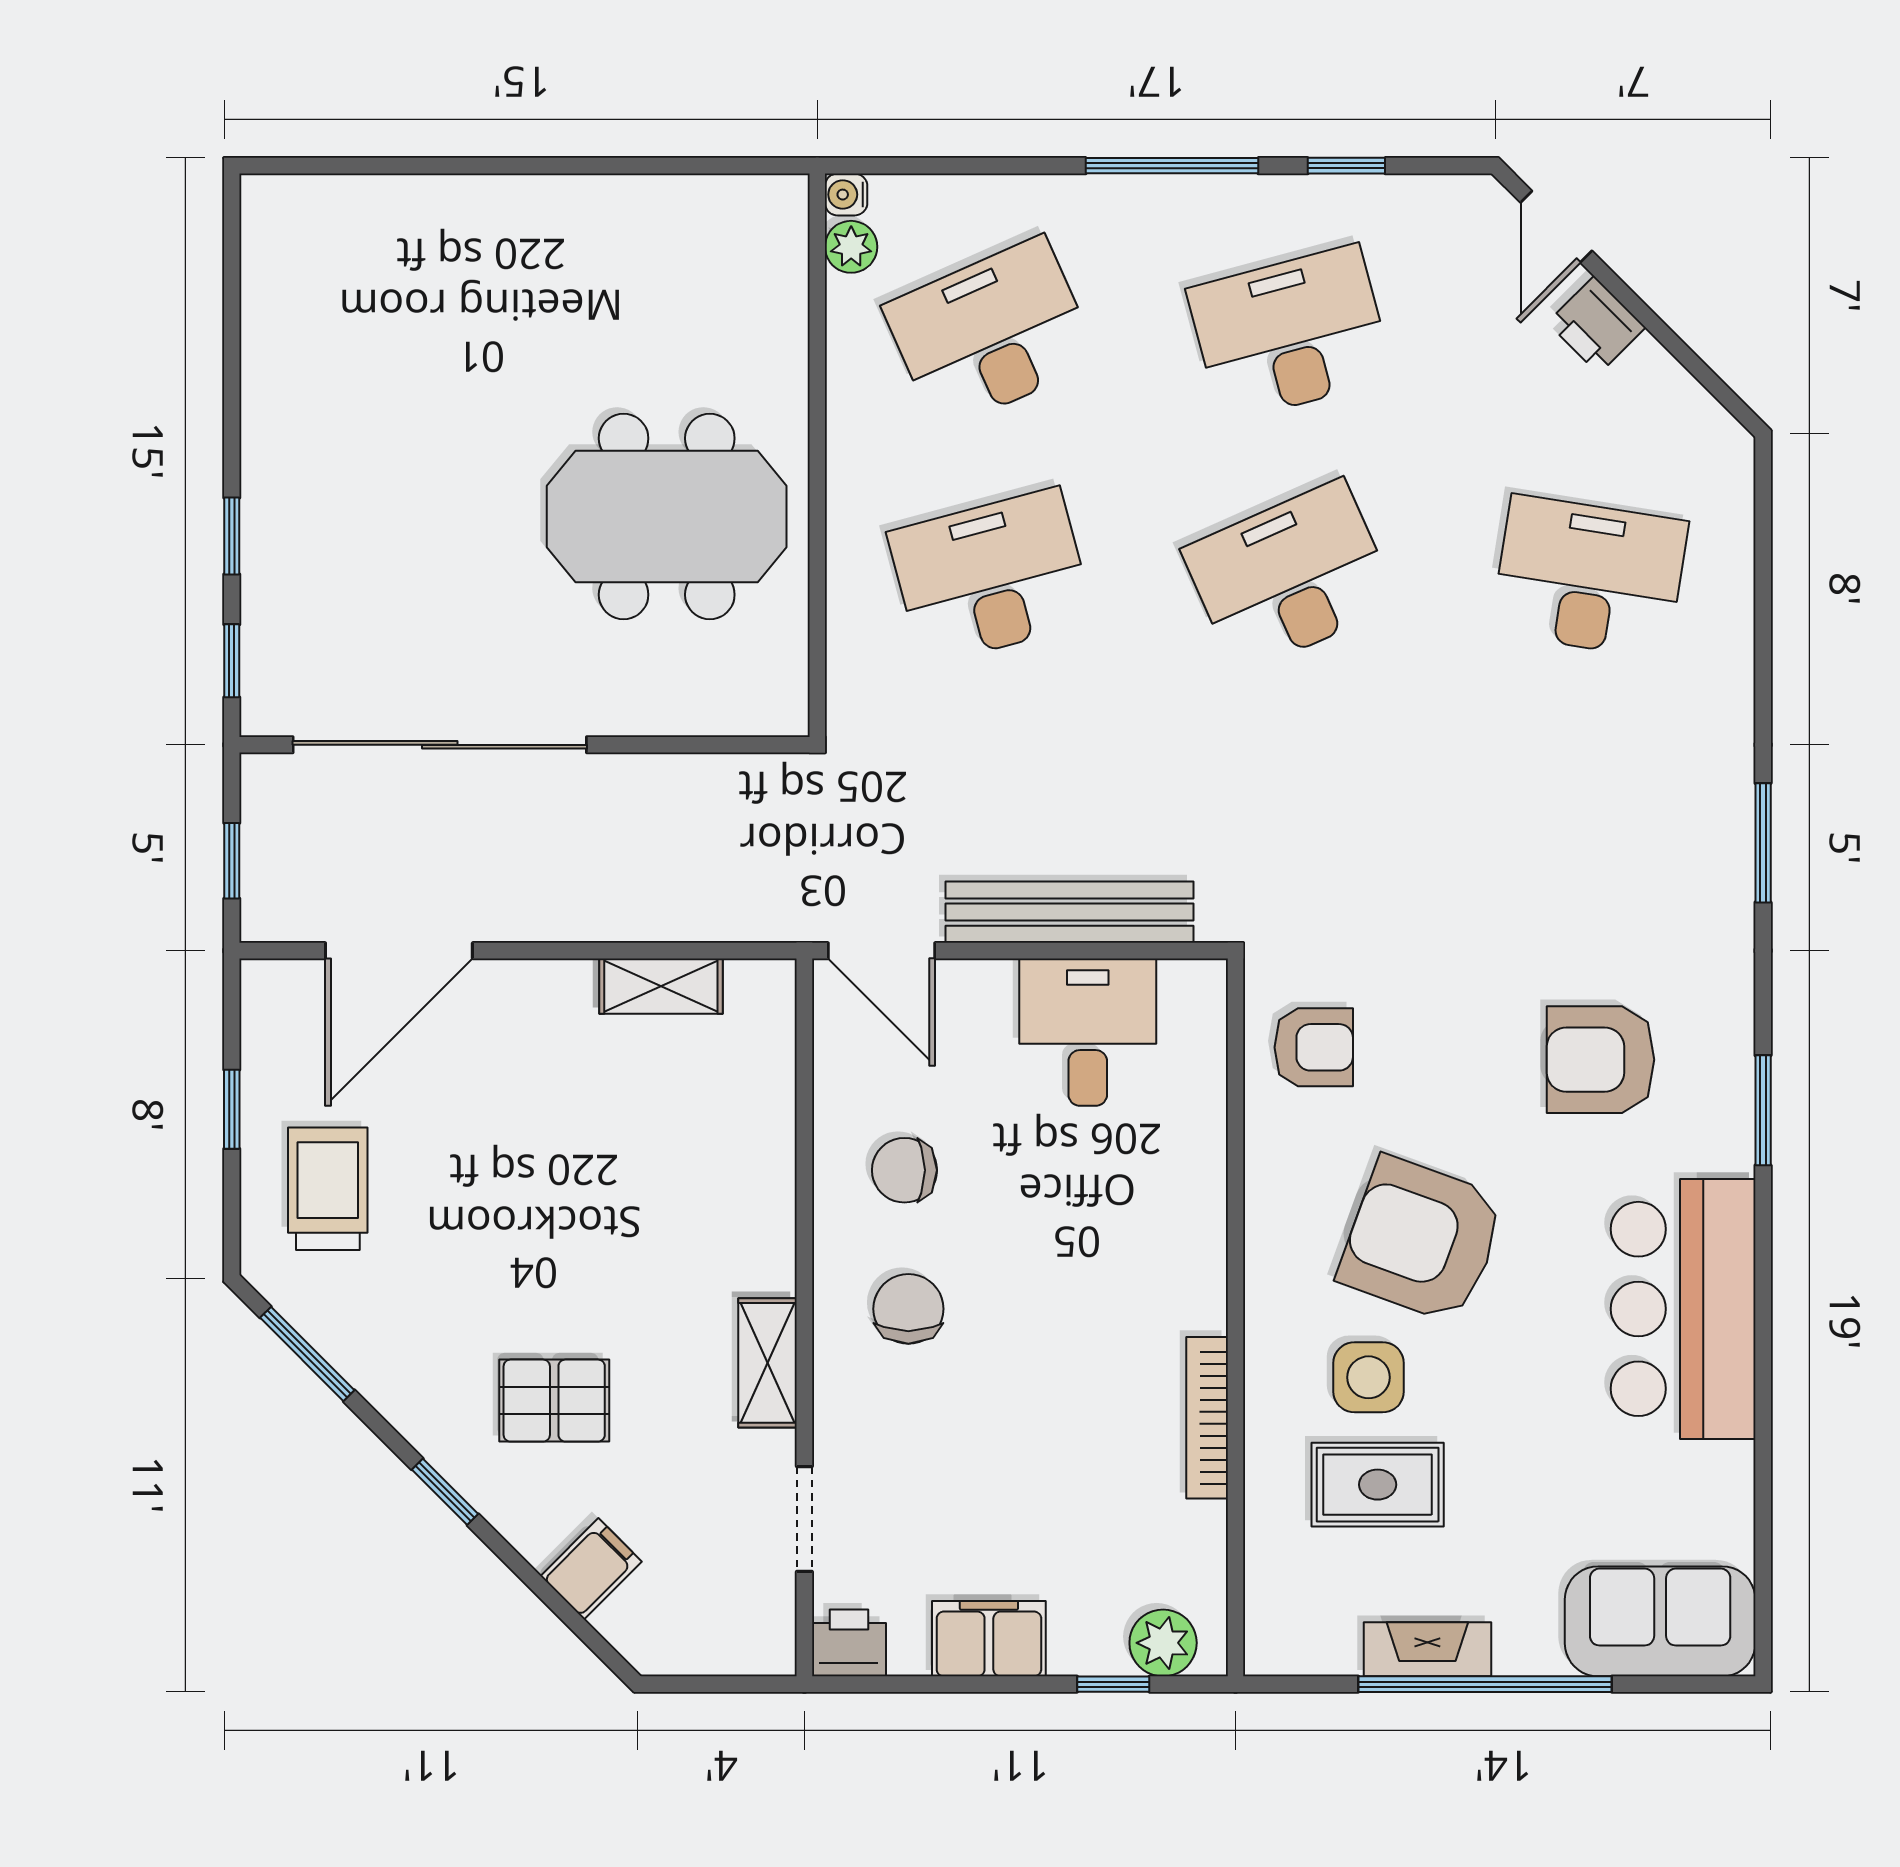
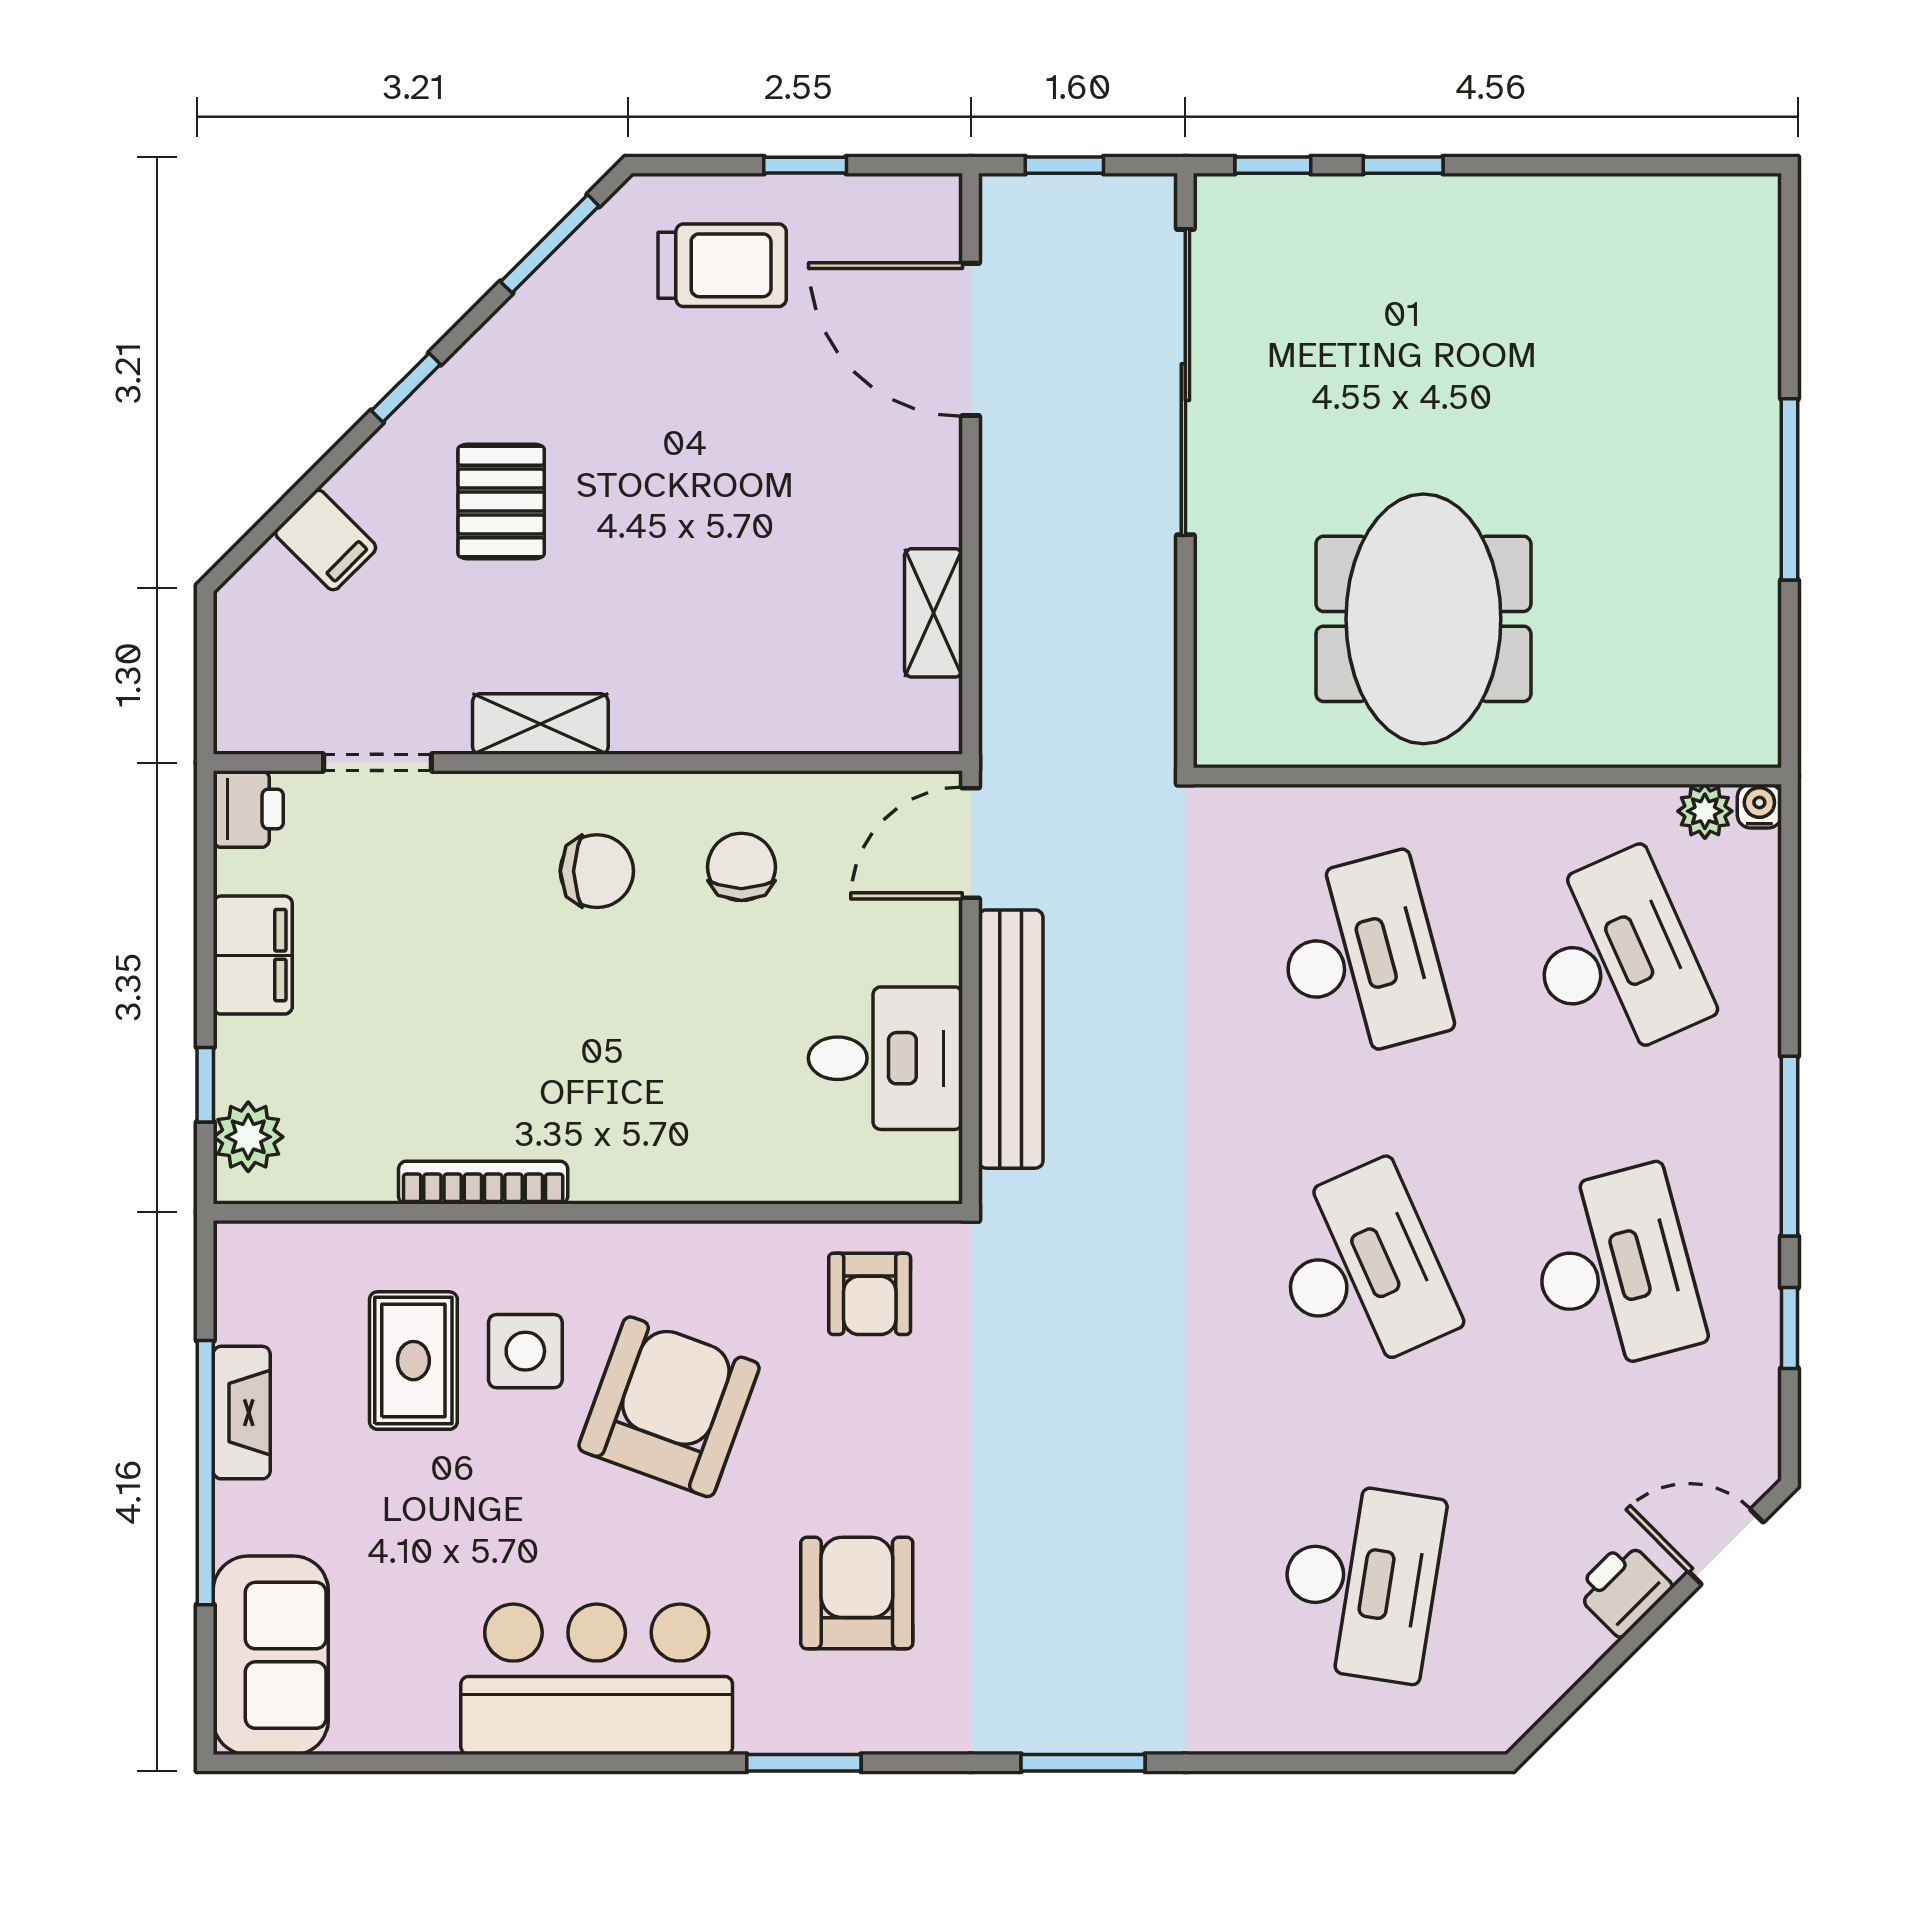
window: (543, 166) -> (1789, 489), added

